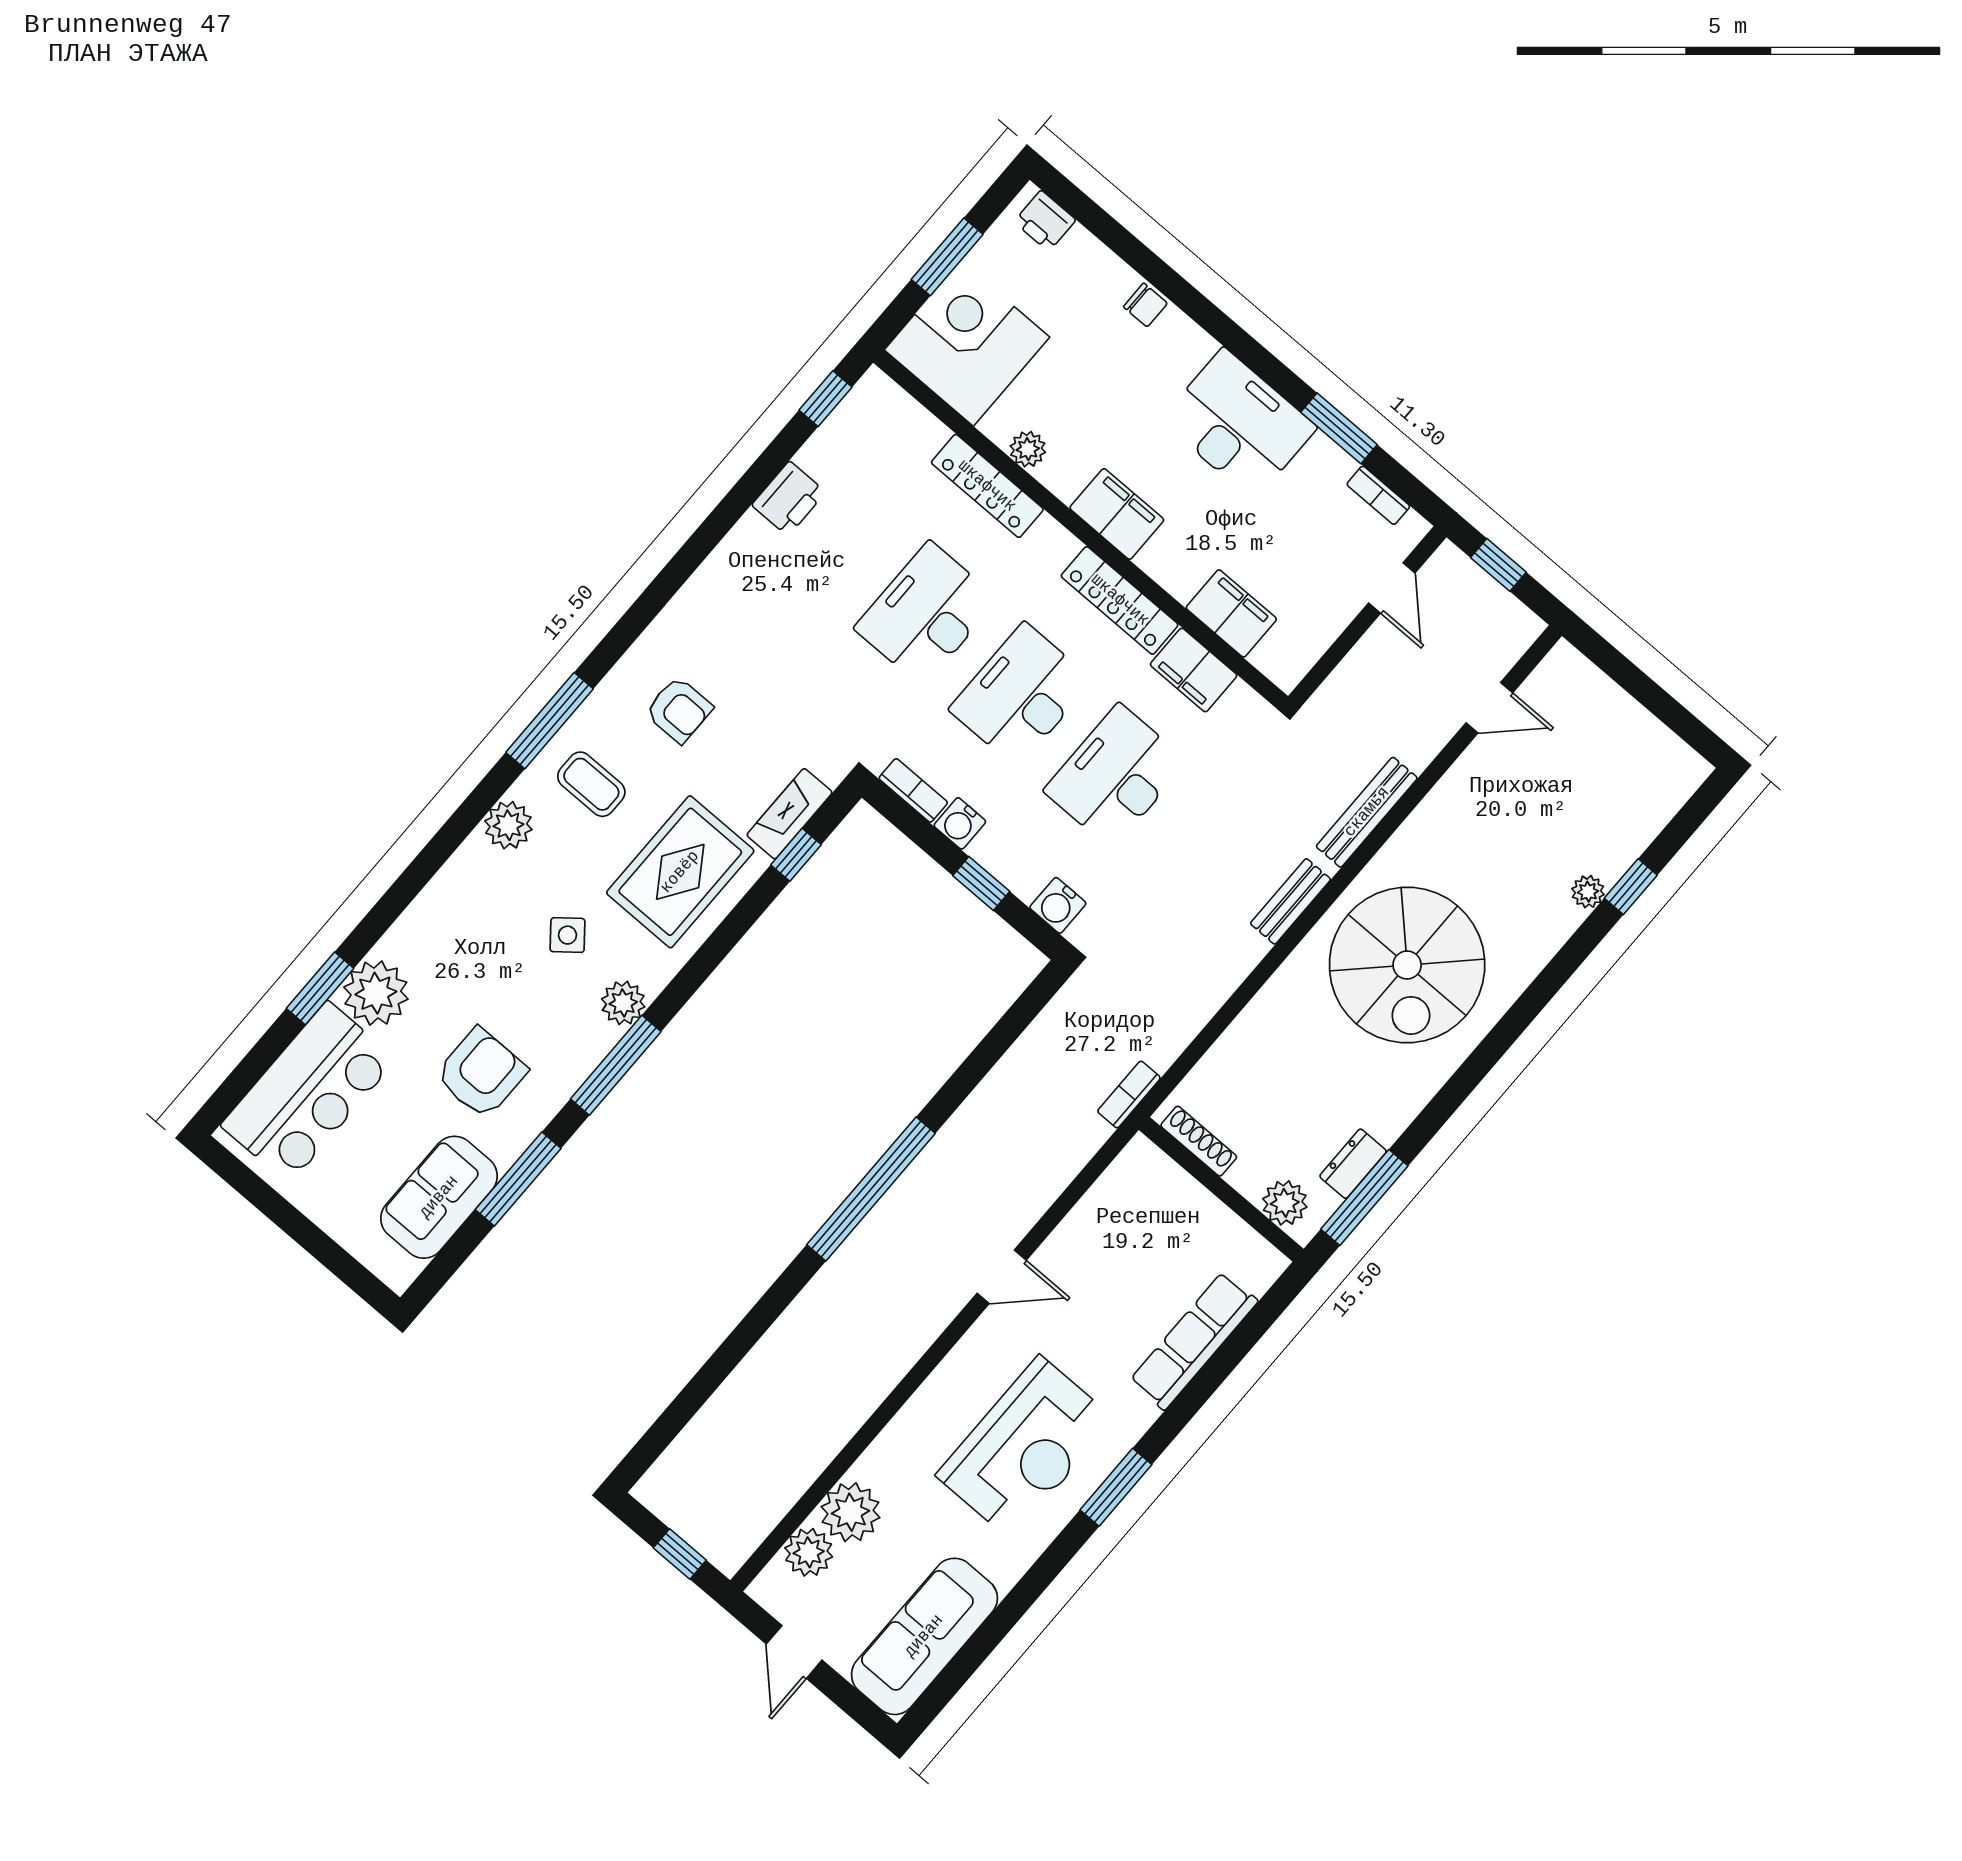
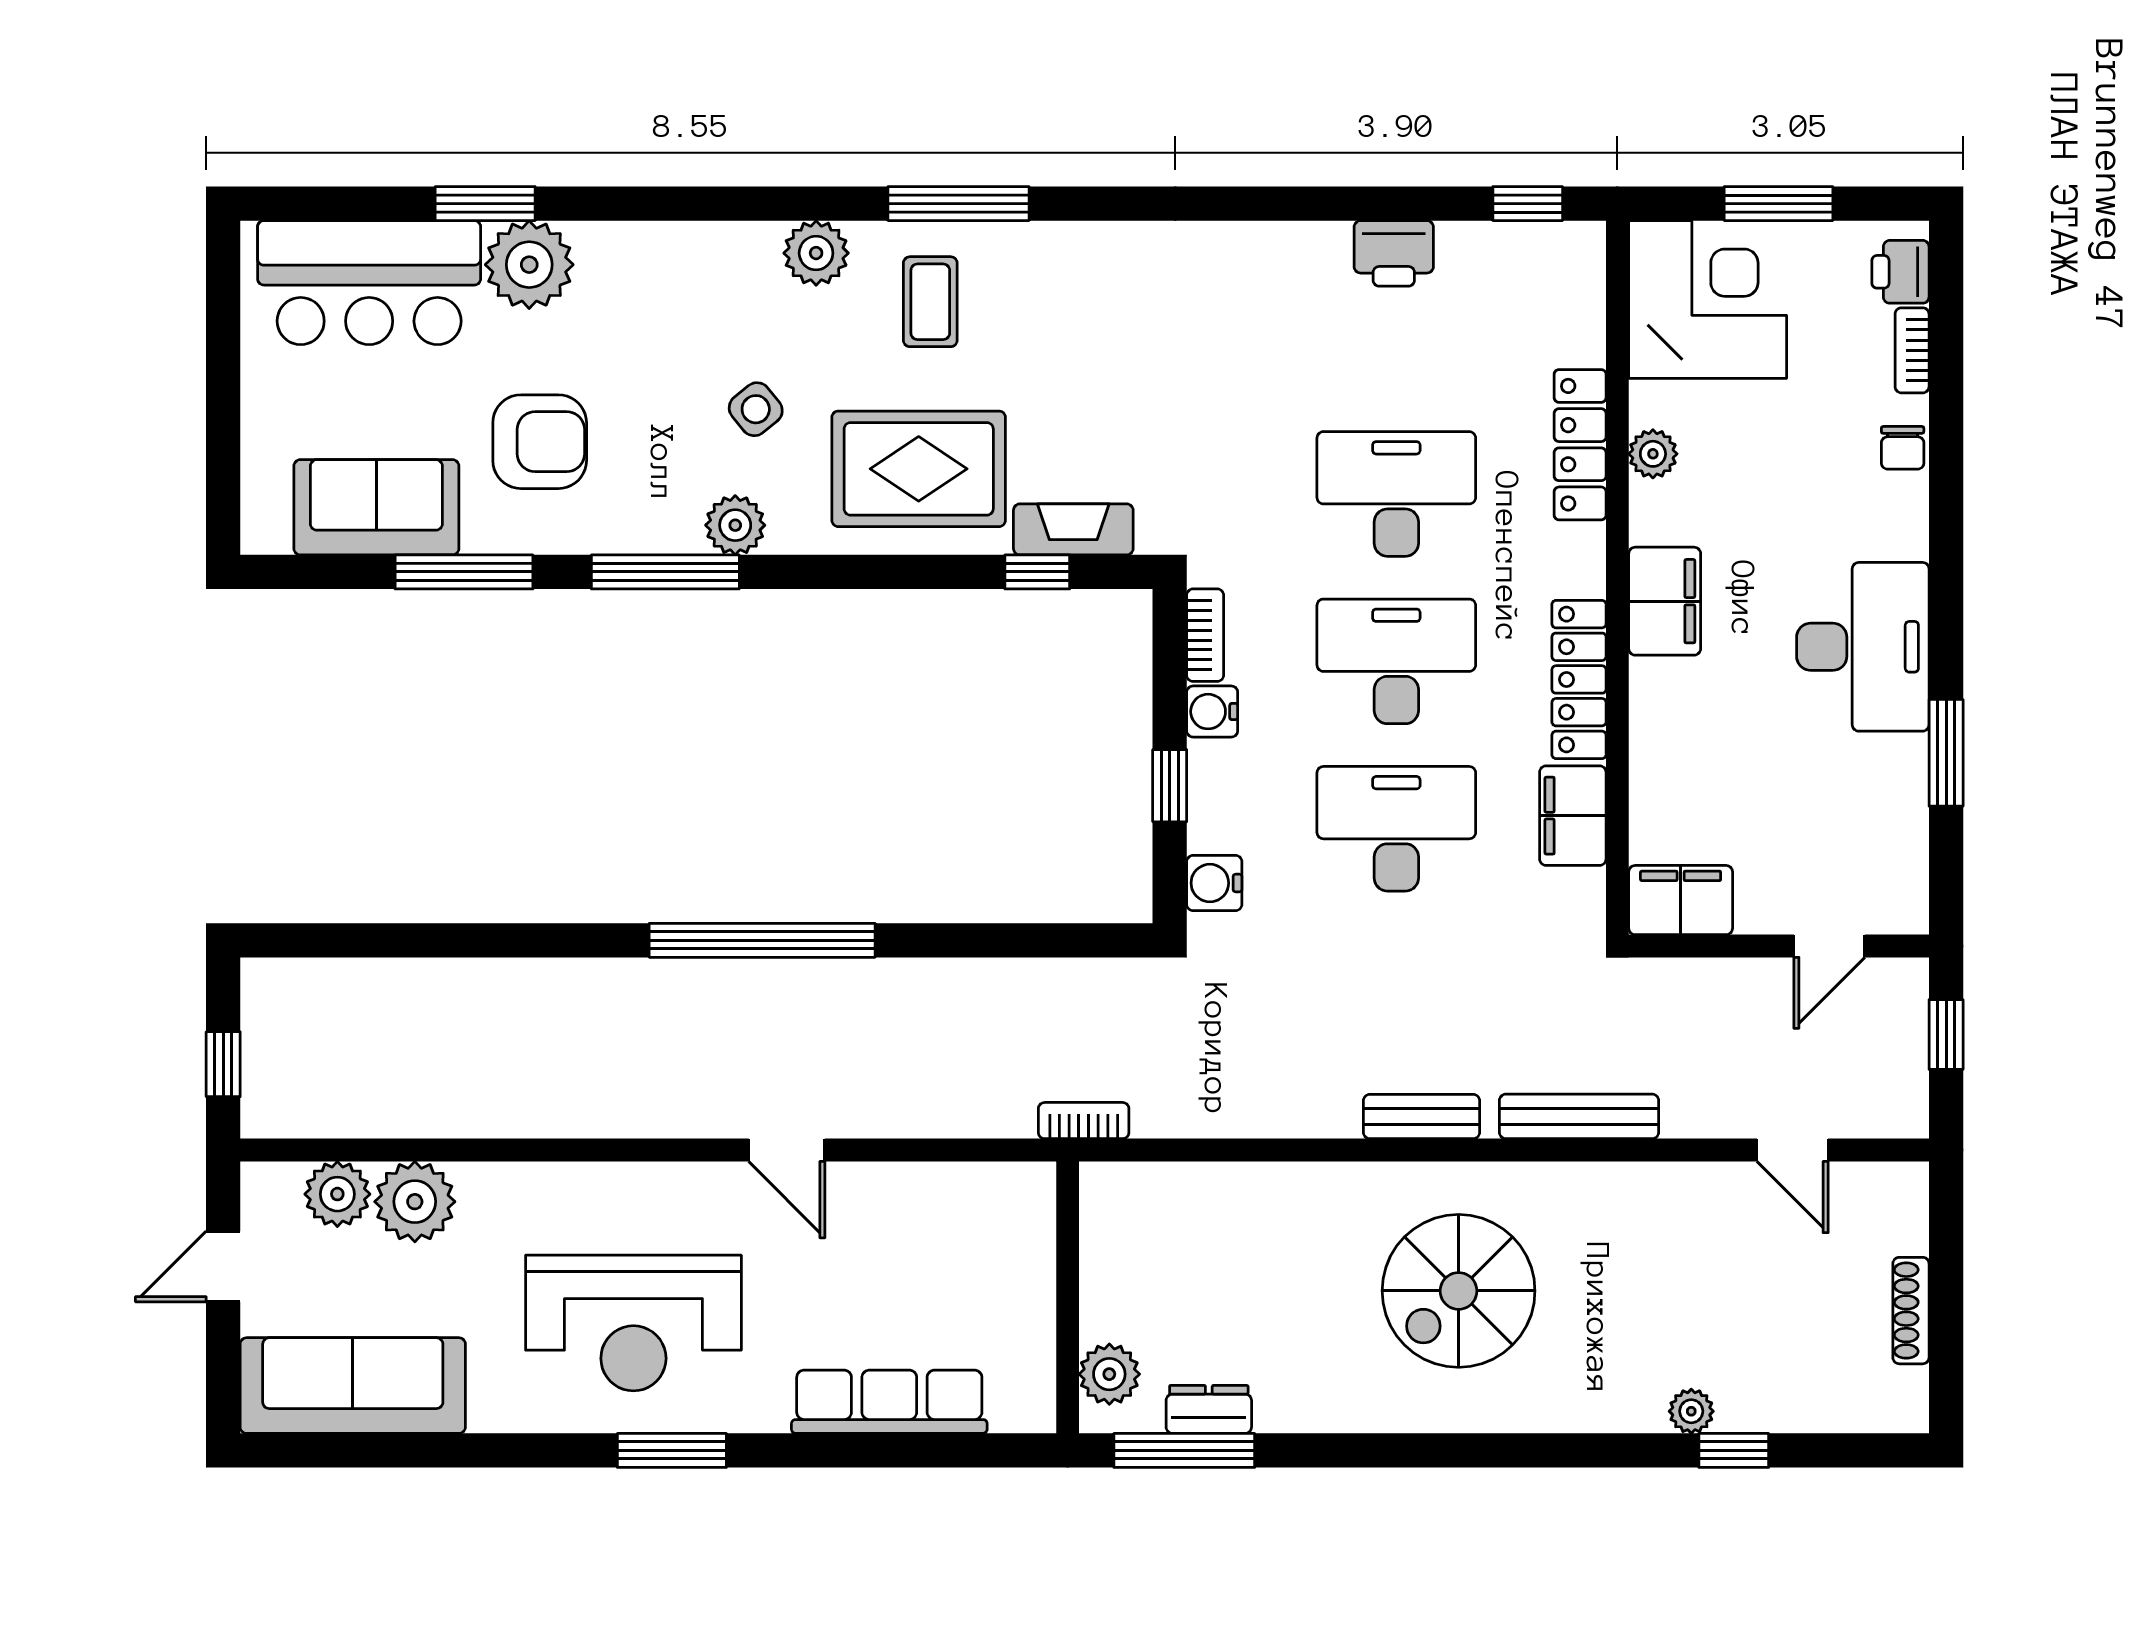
bookcase: (1378, 495) -> (1912, 350), moved
filing cabinet: (1231, 613) -> (1681, 900), moved, turned -90
armchair: (679, 710) -> (1082, 326), removed
spiral stairs: (1407, 965) -> (1459, 1291), width x0.73, depth x0.73
shoe rack: (1199, 1141) -> (1911, 1311), moved, turned 180

